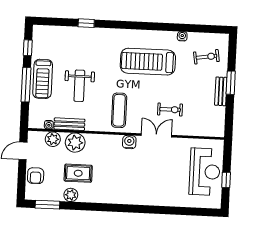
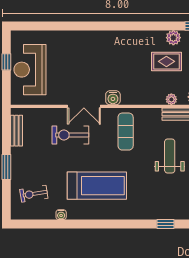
bench: (221, 91) -> (17, 131), moved
exercise bike: (170, 110) -> (70, 135), width x1.38, depth x1.39
plant: (75, 143) -> (171, 99), width x0.53, depth x0.53

